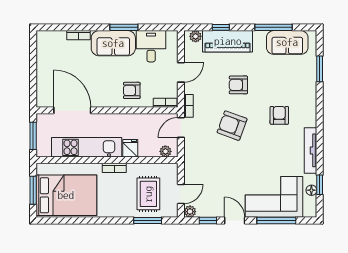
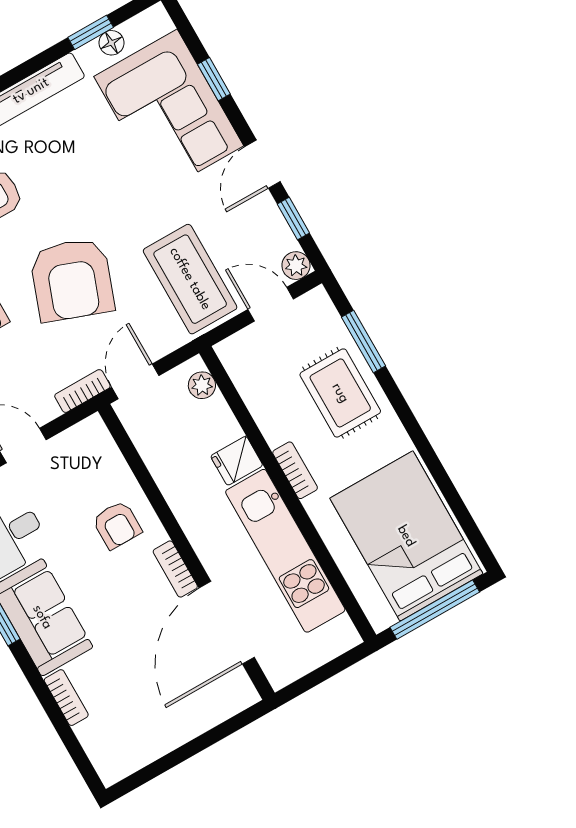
bookcase: (165, 103) -> (175, 569), moved
armchair: (232, 126) -> (72, 280), width x1.36, depth x1.36
door: (181, 128) -> (135, 381), swing flipped
window: (33, 136) -> (324, 673), removed
coffee table: (207, 169) -> (190, 279), added
window: (33, 190) -> (435, 610), width x1.44
rug: (148, 194) -> (340, 393), moved, turned 90
window: (276, 220) -> (214, 79), width x0.46

